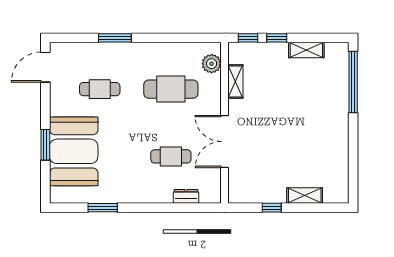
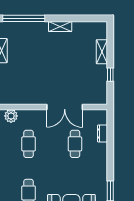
shelving: (235, 82) -> (60, 26), moved
cafe table: (171, 89) -> (29, 144), width x0.73, depth x0.74

